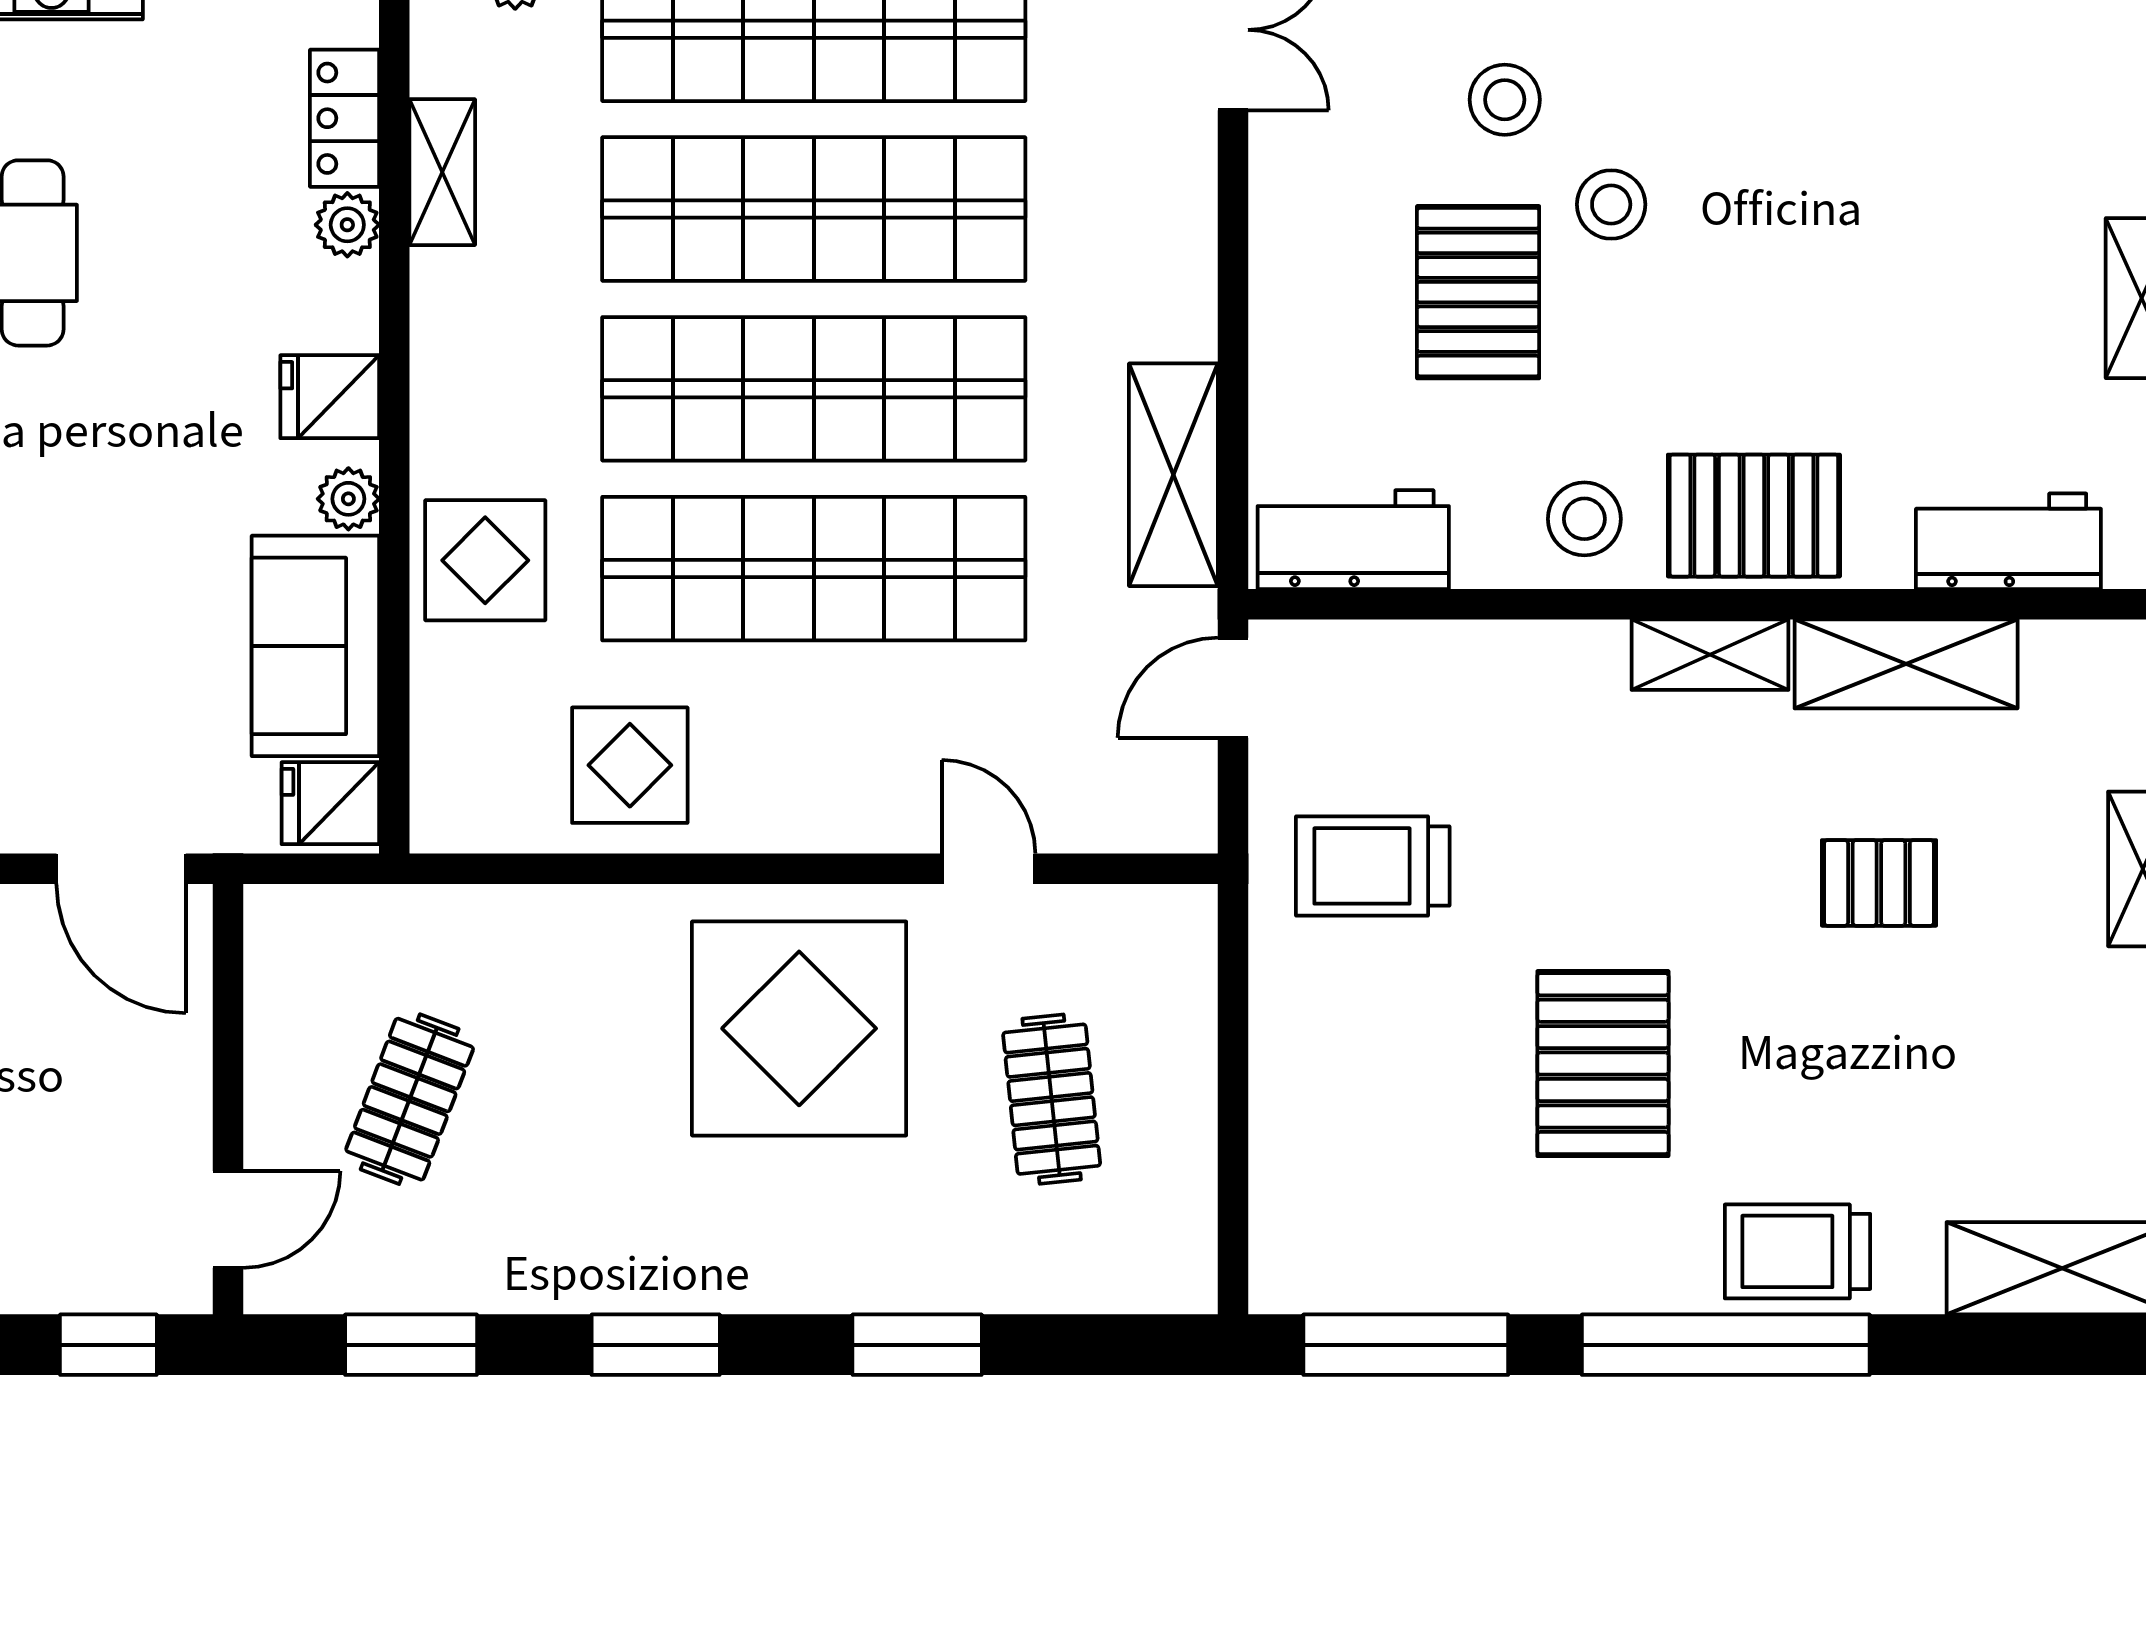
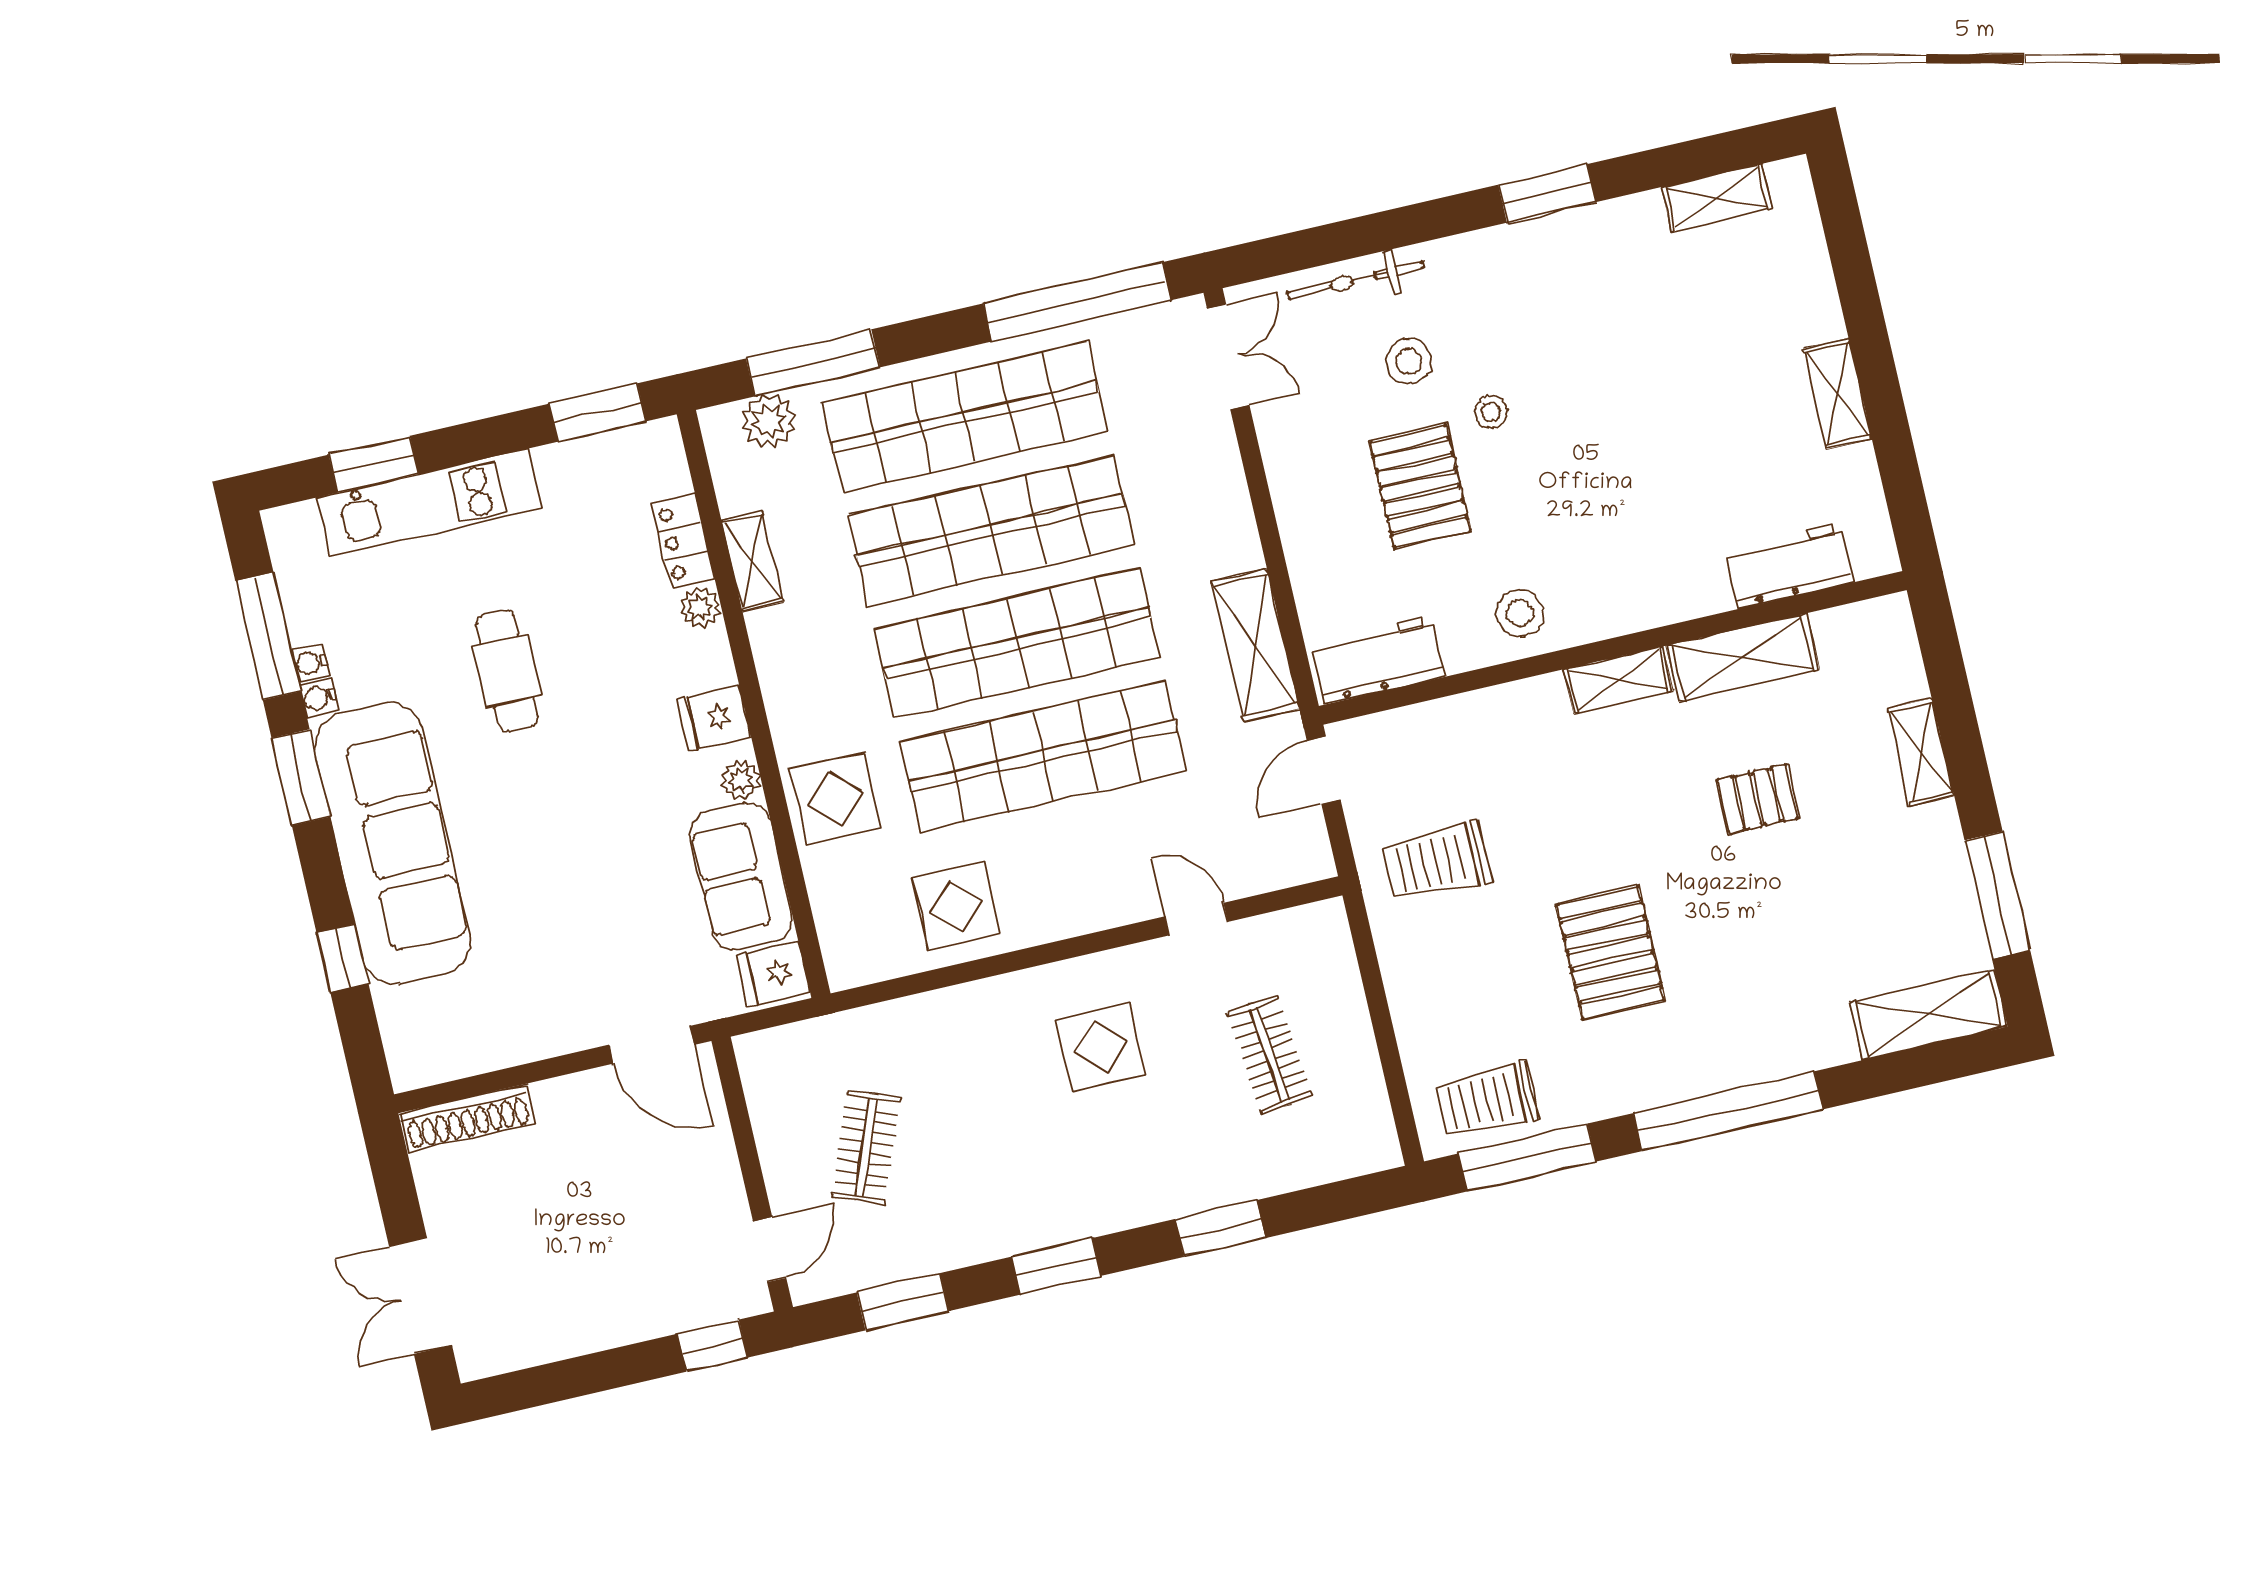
stool: (1611, 204) -> (1491, 412), width x0.73, depth x0.73
pallet: (1754, 516) -> (1626, 586), removed
display table: (799, 1028) -> (1100, 1047), width x0.54, depth x0.54
trolley: (1798, 1251) -> (1487, 1100), moved

